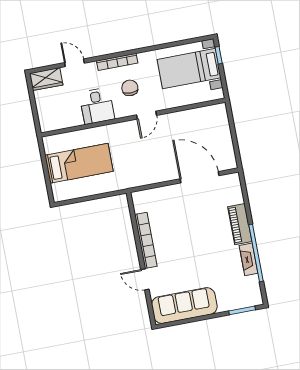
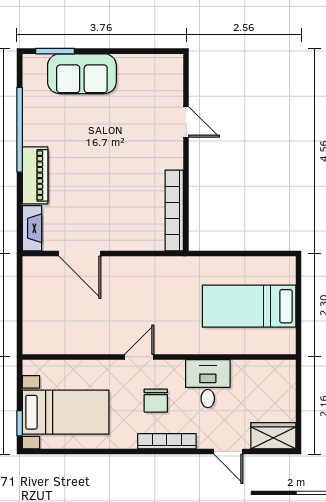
door: (200, 177) -> (80, 254), width x0.73
bookcase: (146, 240) -> (174, 211), moved
fireplace: (249, 259) -> (32, 228), moved
sofa: (184, 306) -> (82, 74), moved, width x0.73

